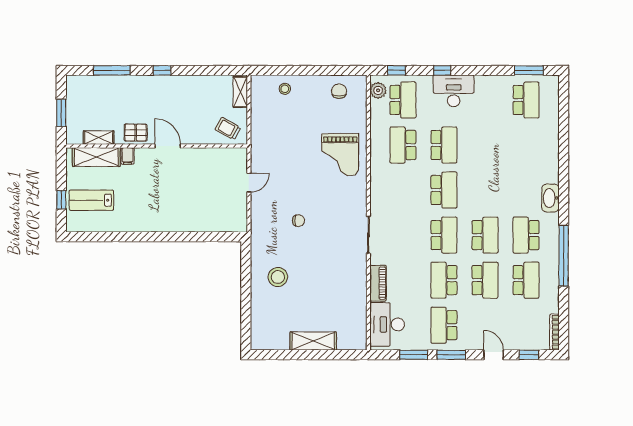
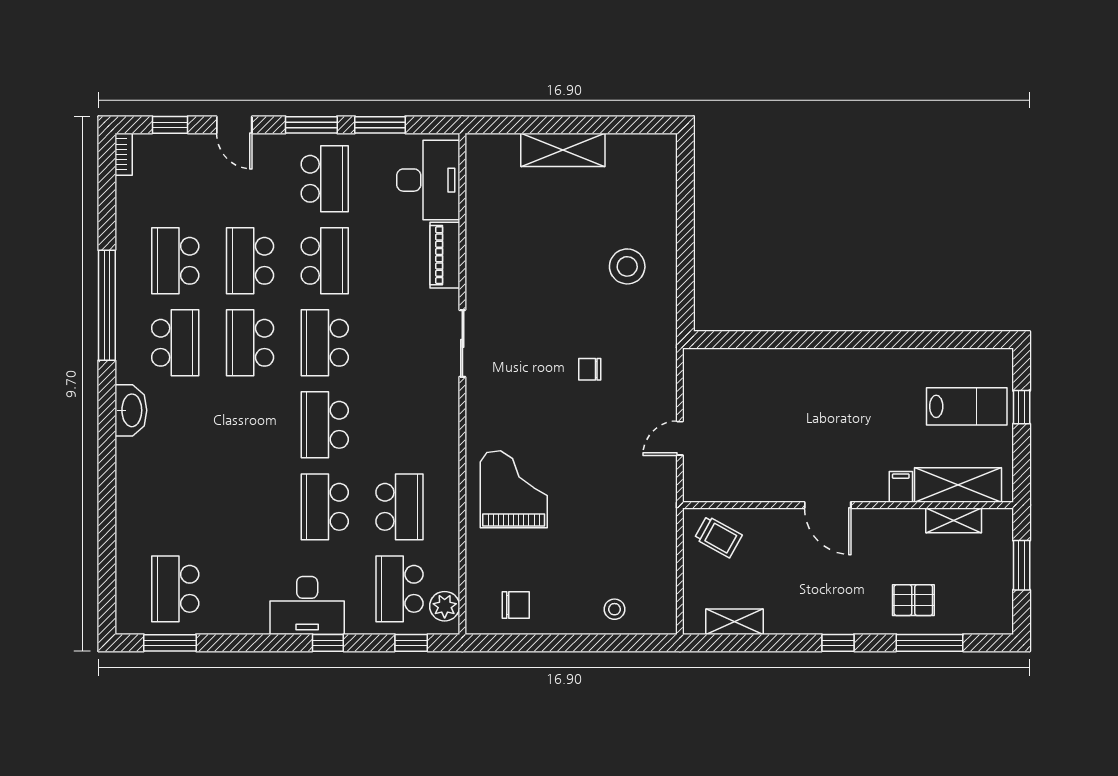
chair: (339, 91) -> (516, 605), turned -90
shelving: (240, 92) -> (735, 622), moved, turned 90
pallet: (136, 133) -> (913, 600), moved
bookcase: (554, 332) -> (124, 154), width x0.64

